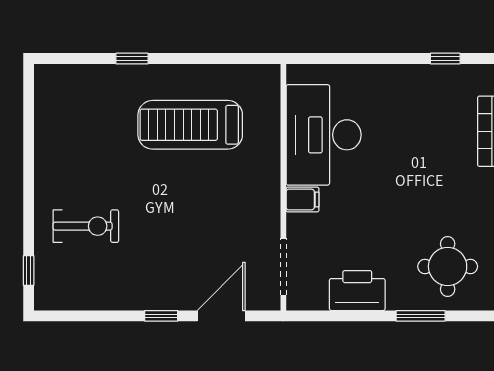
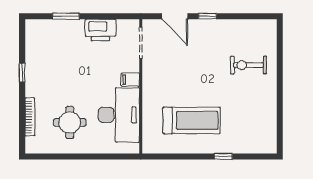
window: (445, 58) -> (52, 157), removed
round table: (448, 266) -> (70, 122), moved
window: (29, 270) -> (280, 41), removed
door: (221, 316) -> (175, 16), hinge flipped

